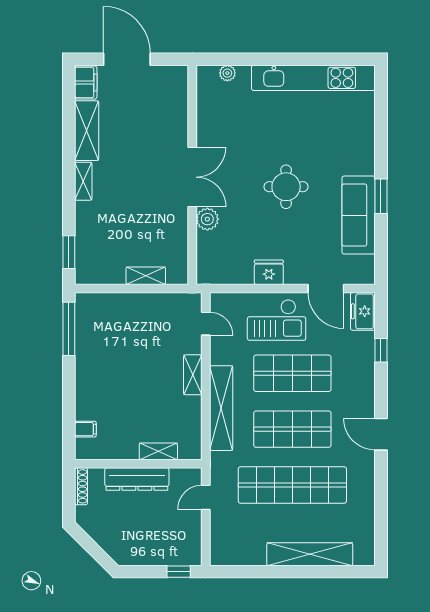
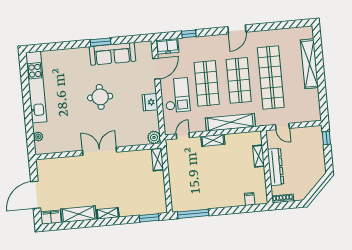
plant: (207, 219) -> (154, 137), moved
shelving: (146, 276) -> (157, 159), moved

